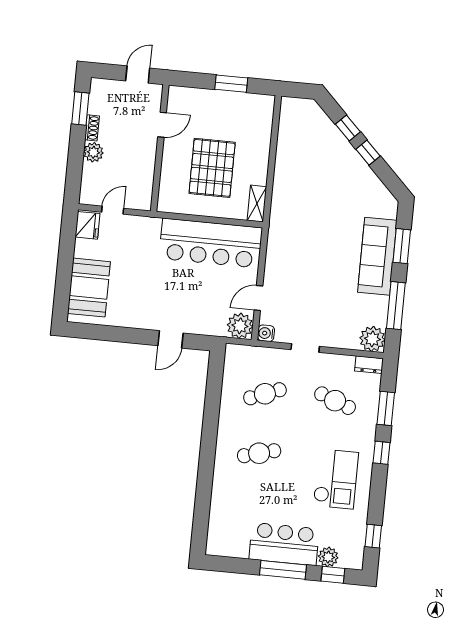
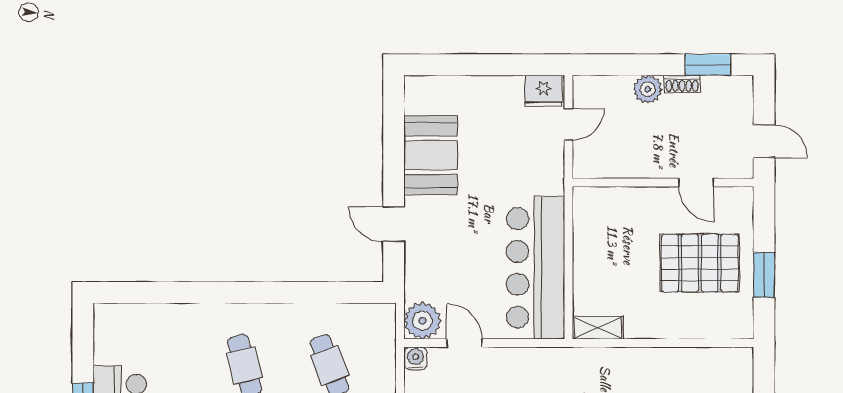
pallet: (212, 168) -> (700, 263), moved
door: (113, 210) -> (568, 124), hinge flipped
booth: (89, 288) -> (431, 155), moved, turned 90

